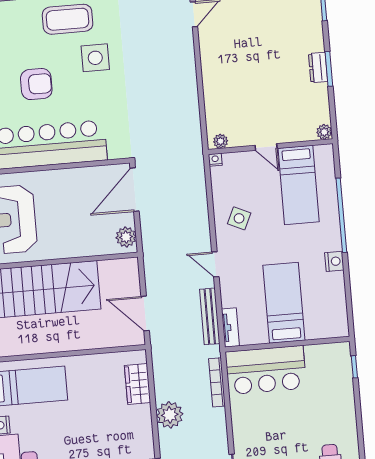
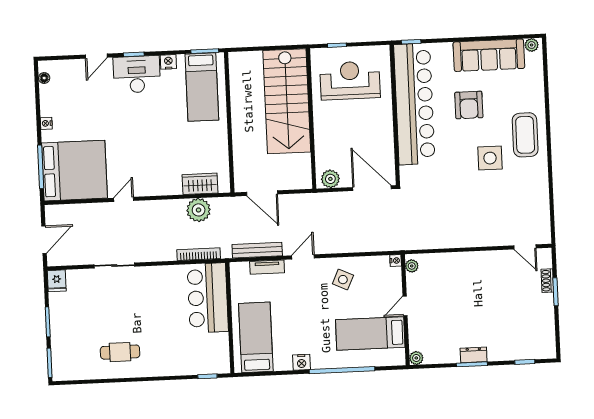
bed: (284, 303) -> (256, 337), moved, turned -90
door: (145, 313) -> (262, 193), swing flipped
tv unit: (230, 327) -> (267, 267), moved
plant: (170, 415) -> (199, 210), moved

